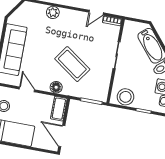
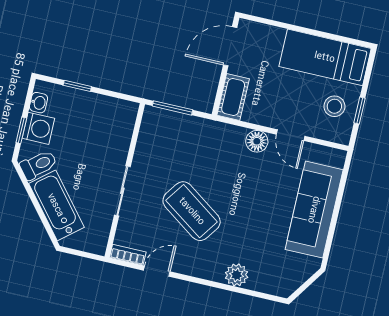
coffee table: (72, 64) -> (192, 211), moved
floor lamp: (56, 87) -> (257, 141), moved
stool: (125, 97) -> (109, 113), removed
door: (62, 136) -> (230, 46), swing flipped

